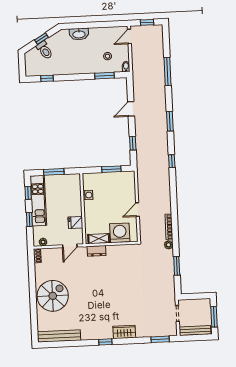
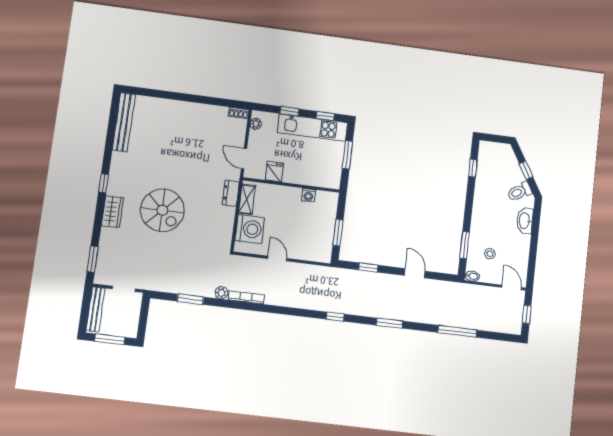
toilet: (45, 50) -> (519, 192), moved
spiral stairs: (53, 296) -> (162, 210), moved

